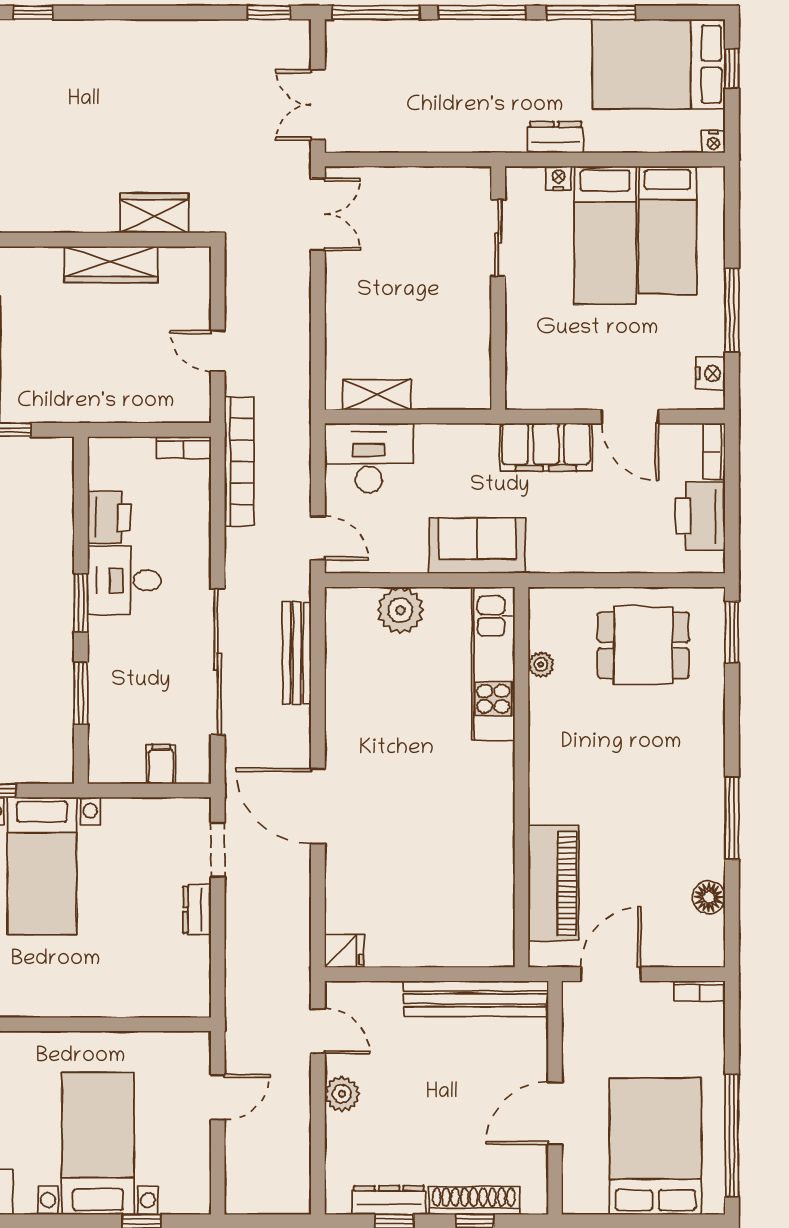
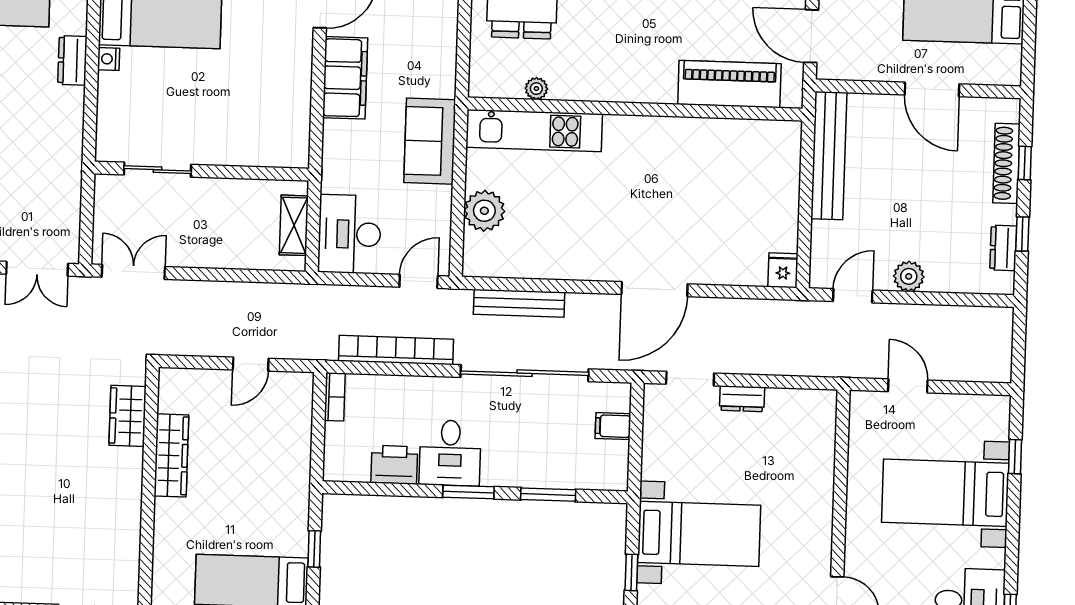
sliding door: (498, 238) -> (158, 170), moved
wall: (498, 288) -> (202, 171), moved
bookcase: (239, 462) -> (396, 350), moved
dresser: (389, 1200) -> (1003, 248), width x0.70

